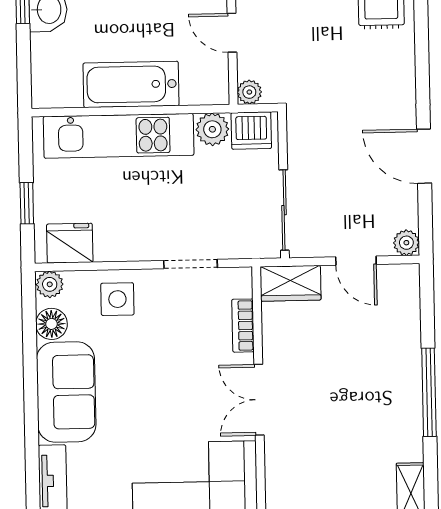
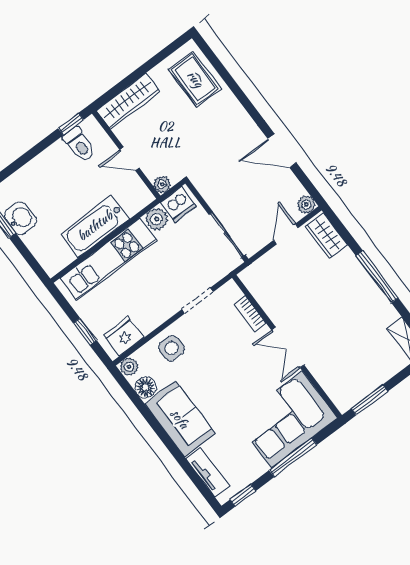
door: (356, 261) -> (286, 234), swing flipped
wardrobe: (291, 283) -> (326, 236), moved, turned 90

